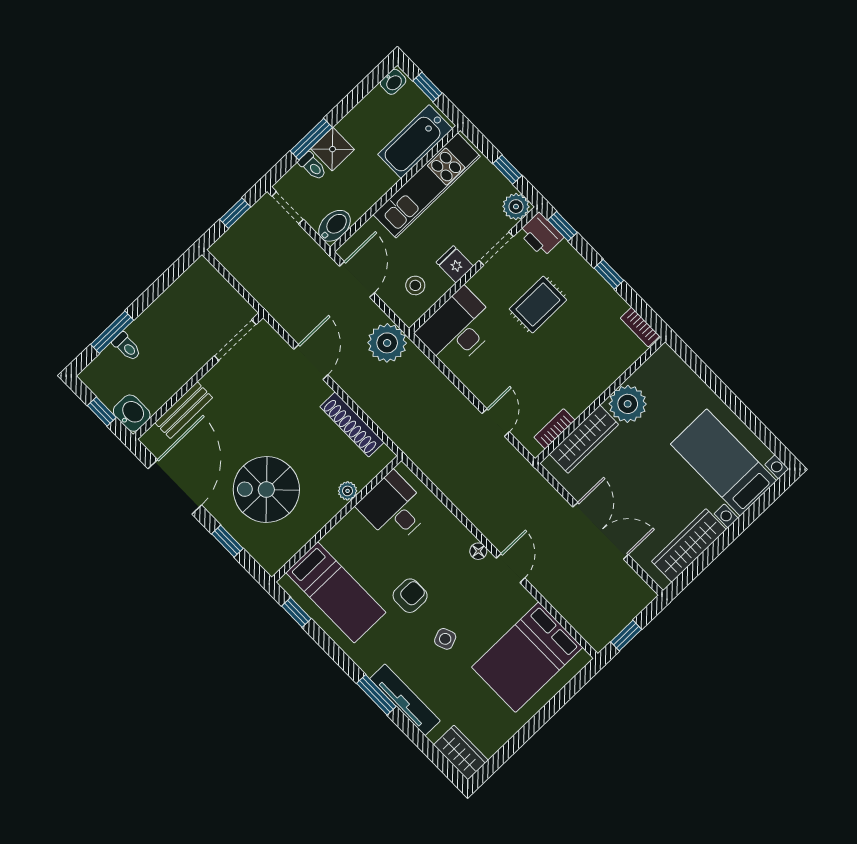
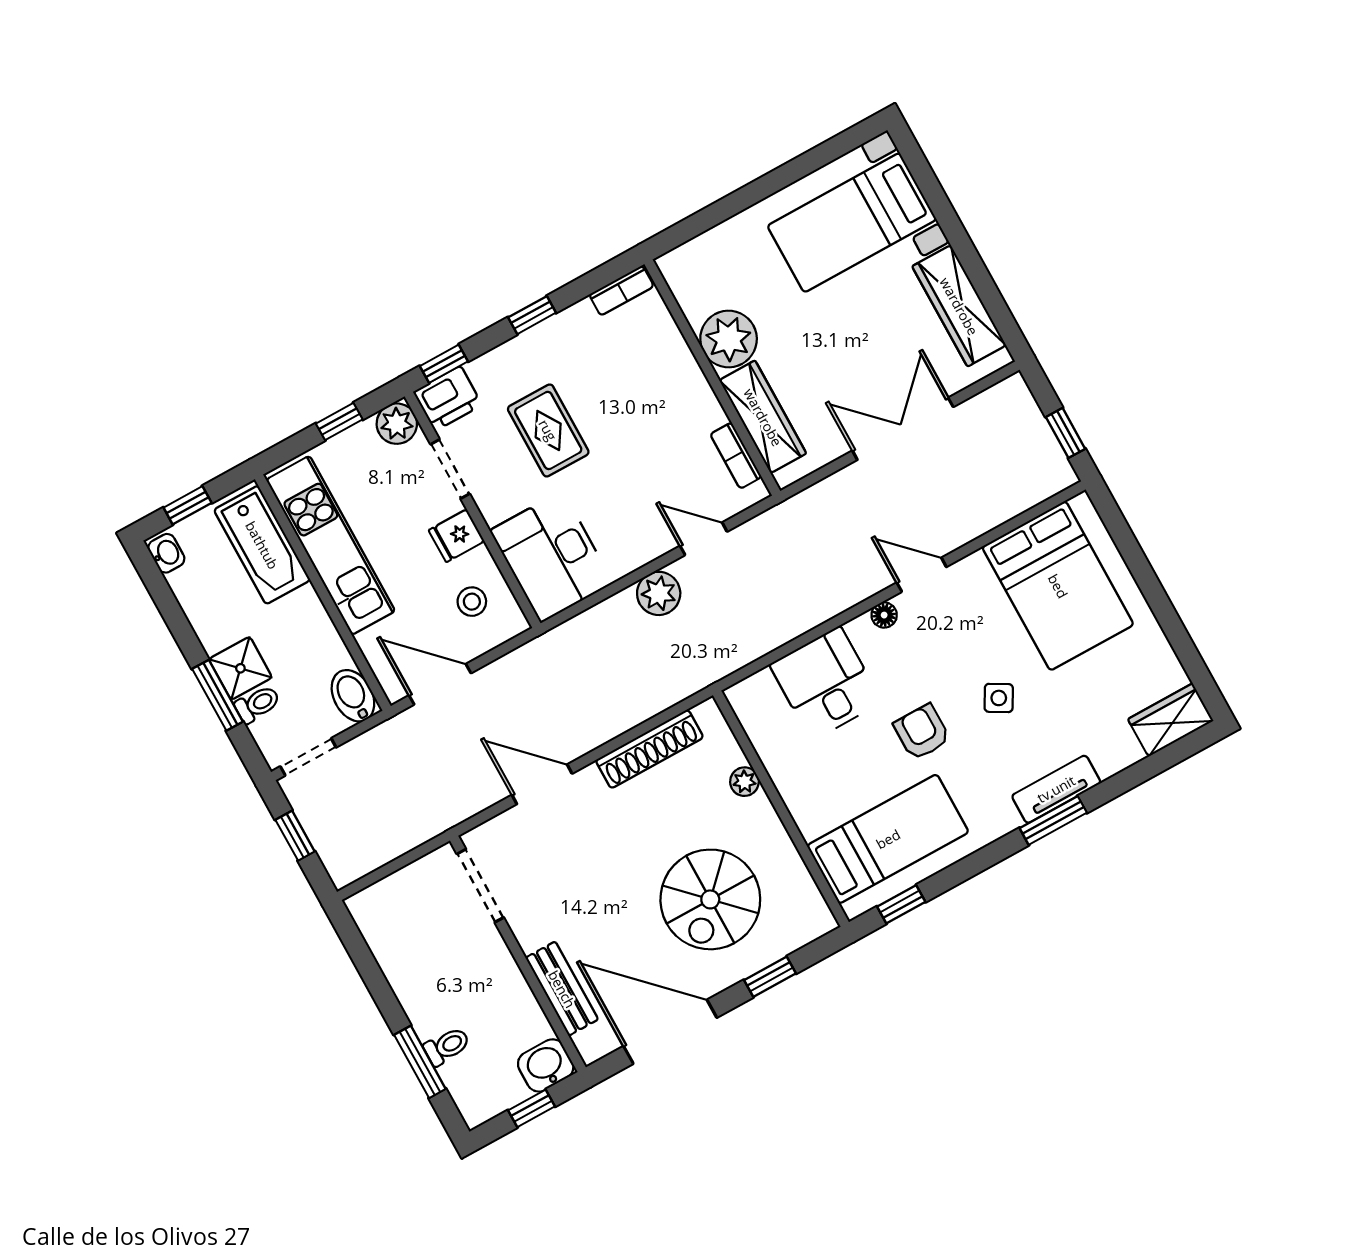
plant: (387, 343) -> (659, 593), moved, width x0.73, depth x0.73
desk: (394, 508) -> (826, 683), moved, turned 90
side table: (445, 639) -> (999, 698), turned -38
tv unit: (405, 700) -> (1056, 789), width x0.71

